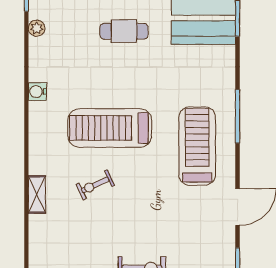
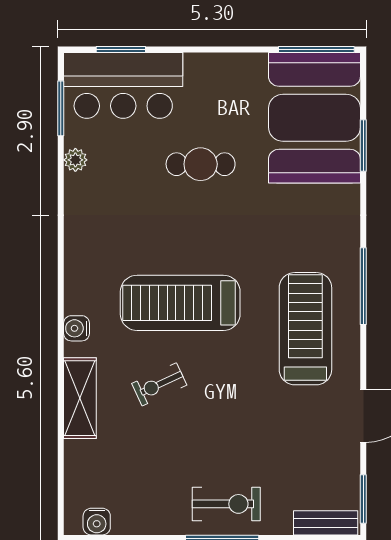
water cooler: (37, 92) -> (77, 328), moved
shelving: (37, 195) -> (80, 398), width x1.50, depth x1.33

